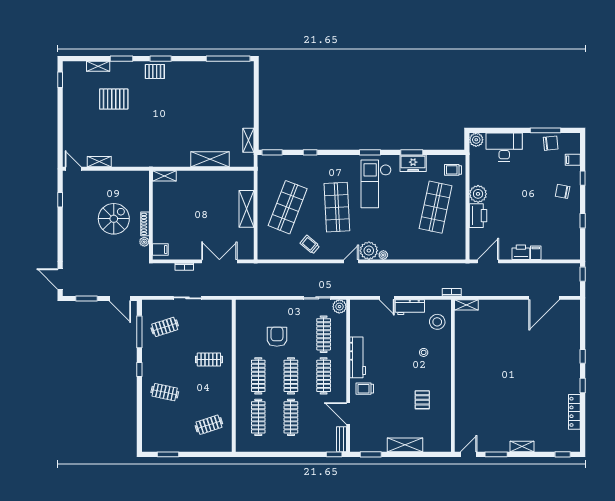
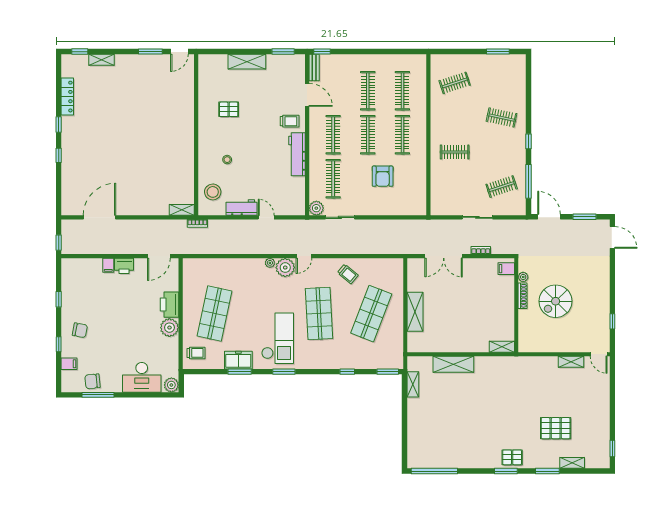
pallet: (422, 400) -> (229, 109), turned 90
shelving: (522, 447) -> (101, 60), moved

